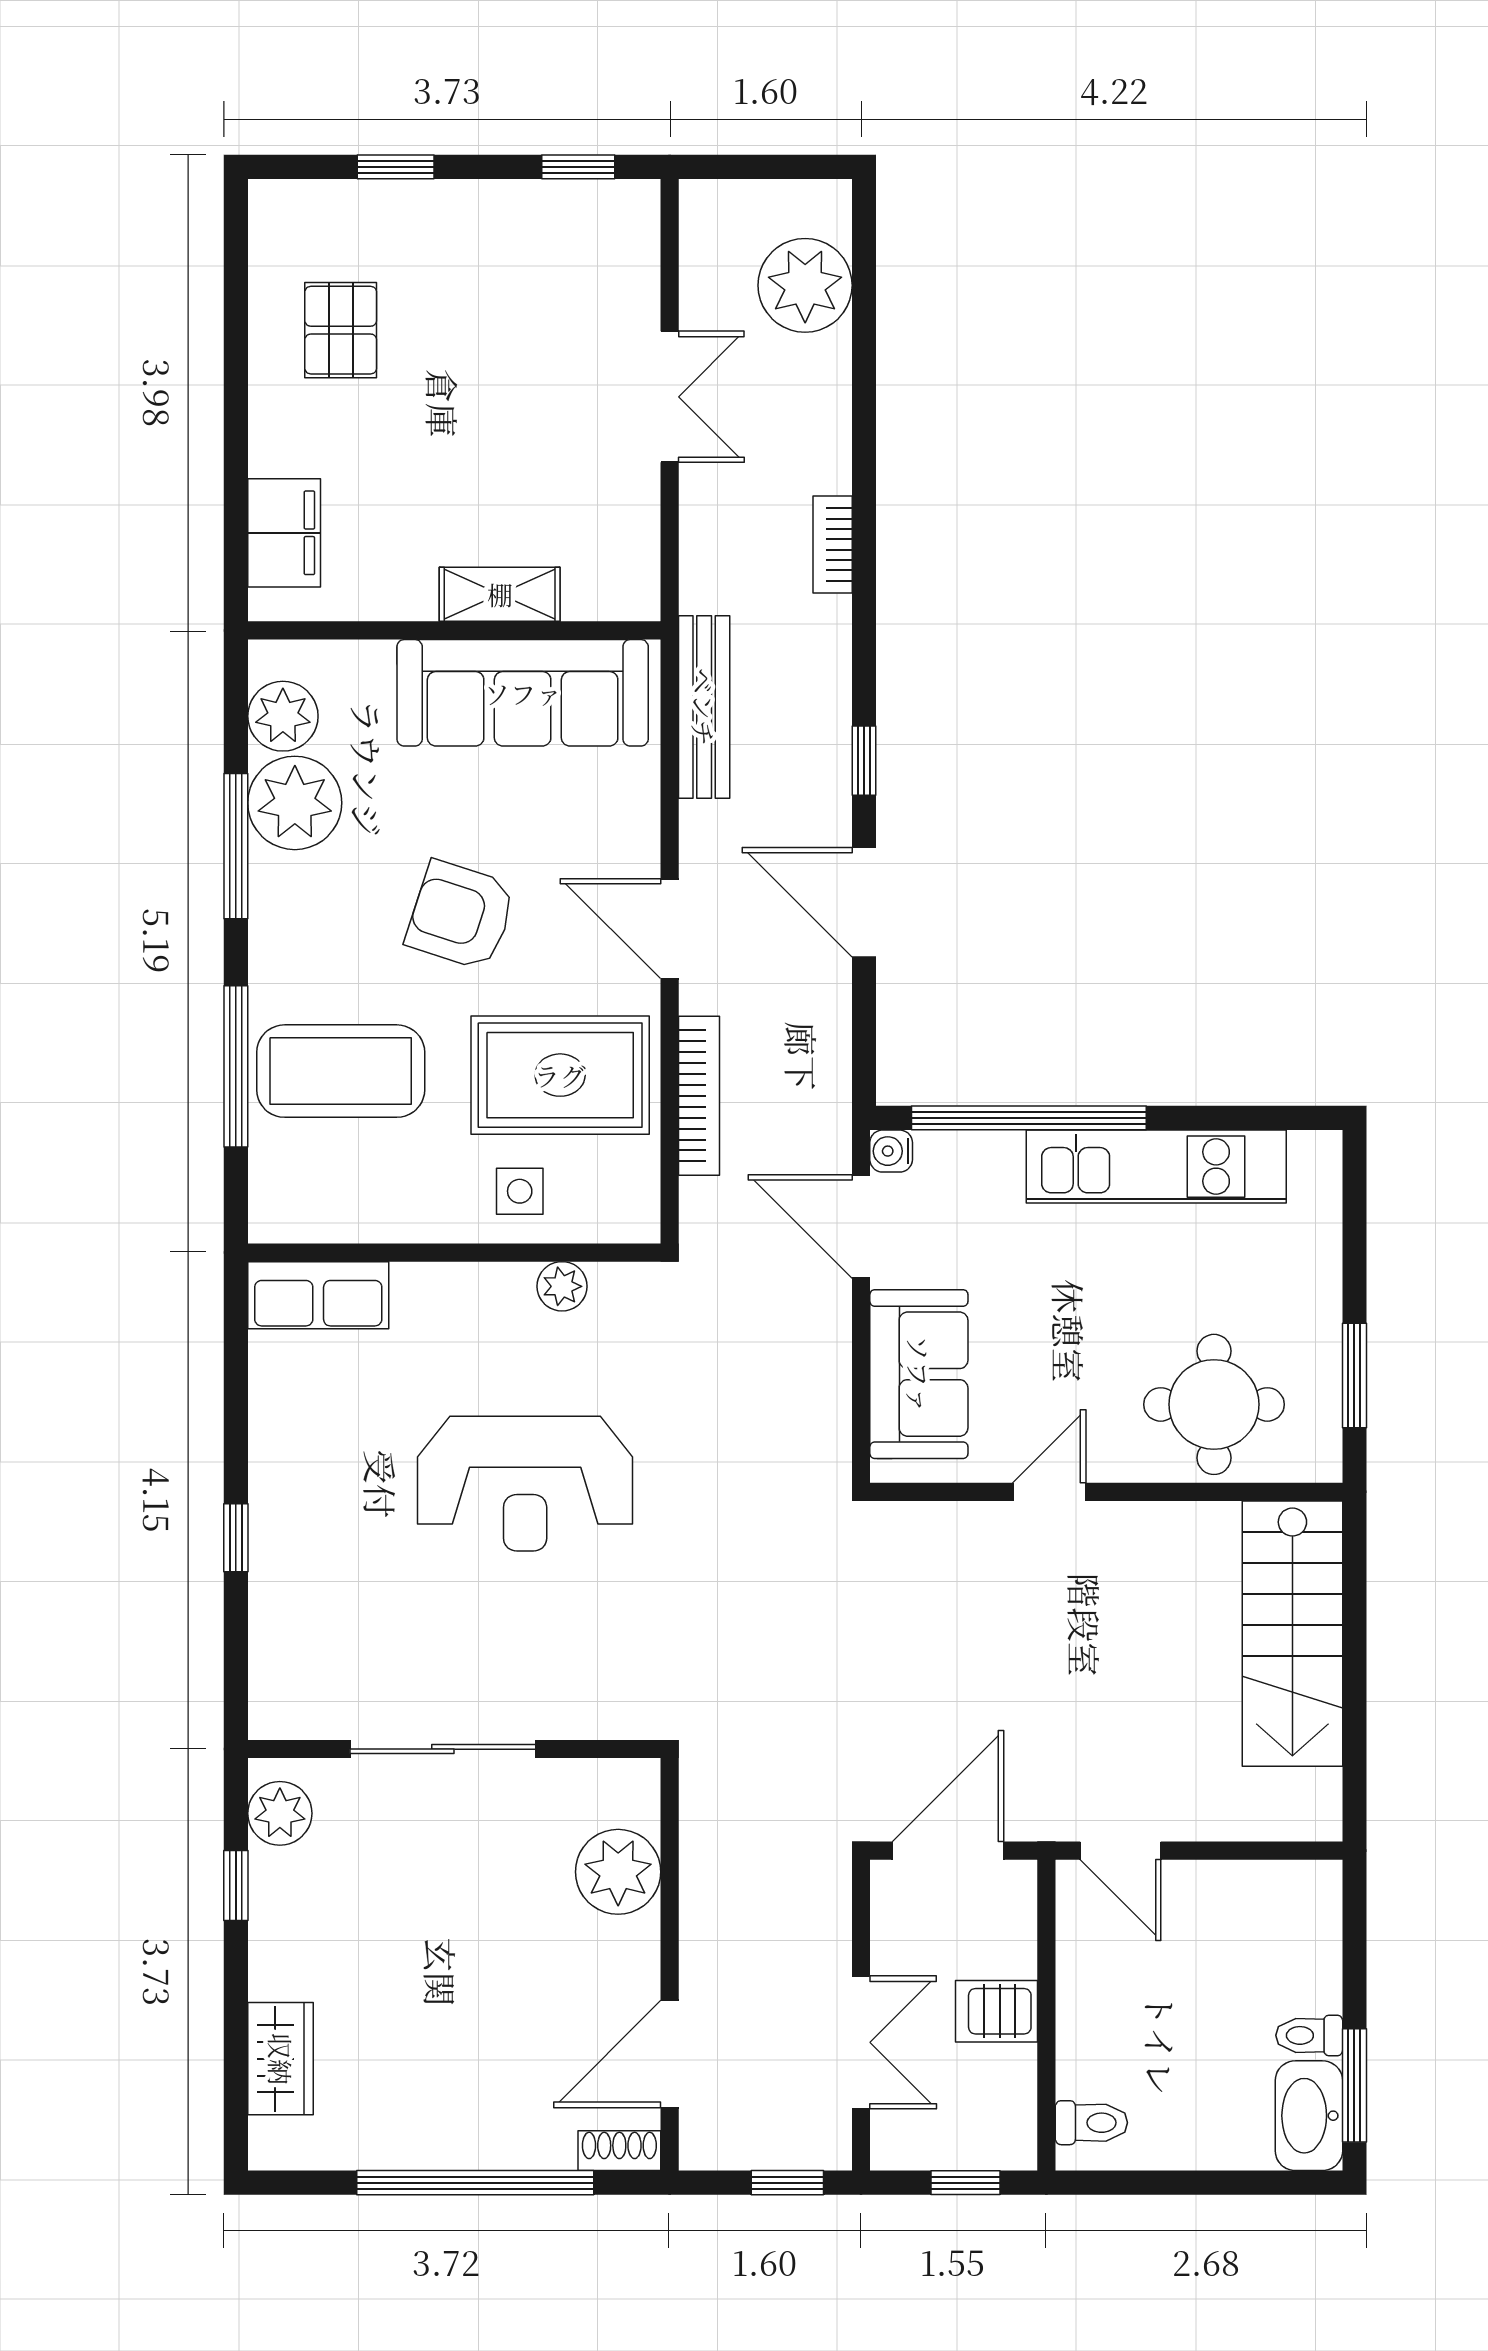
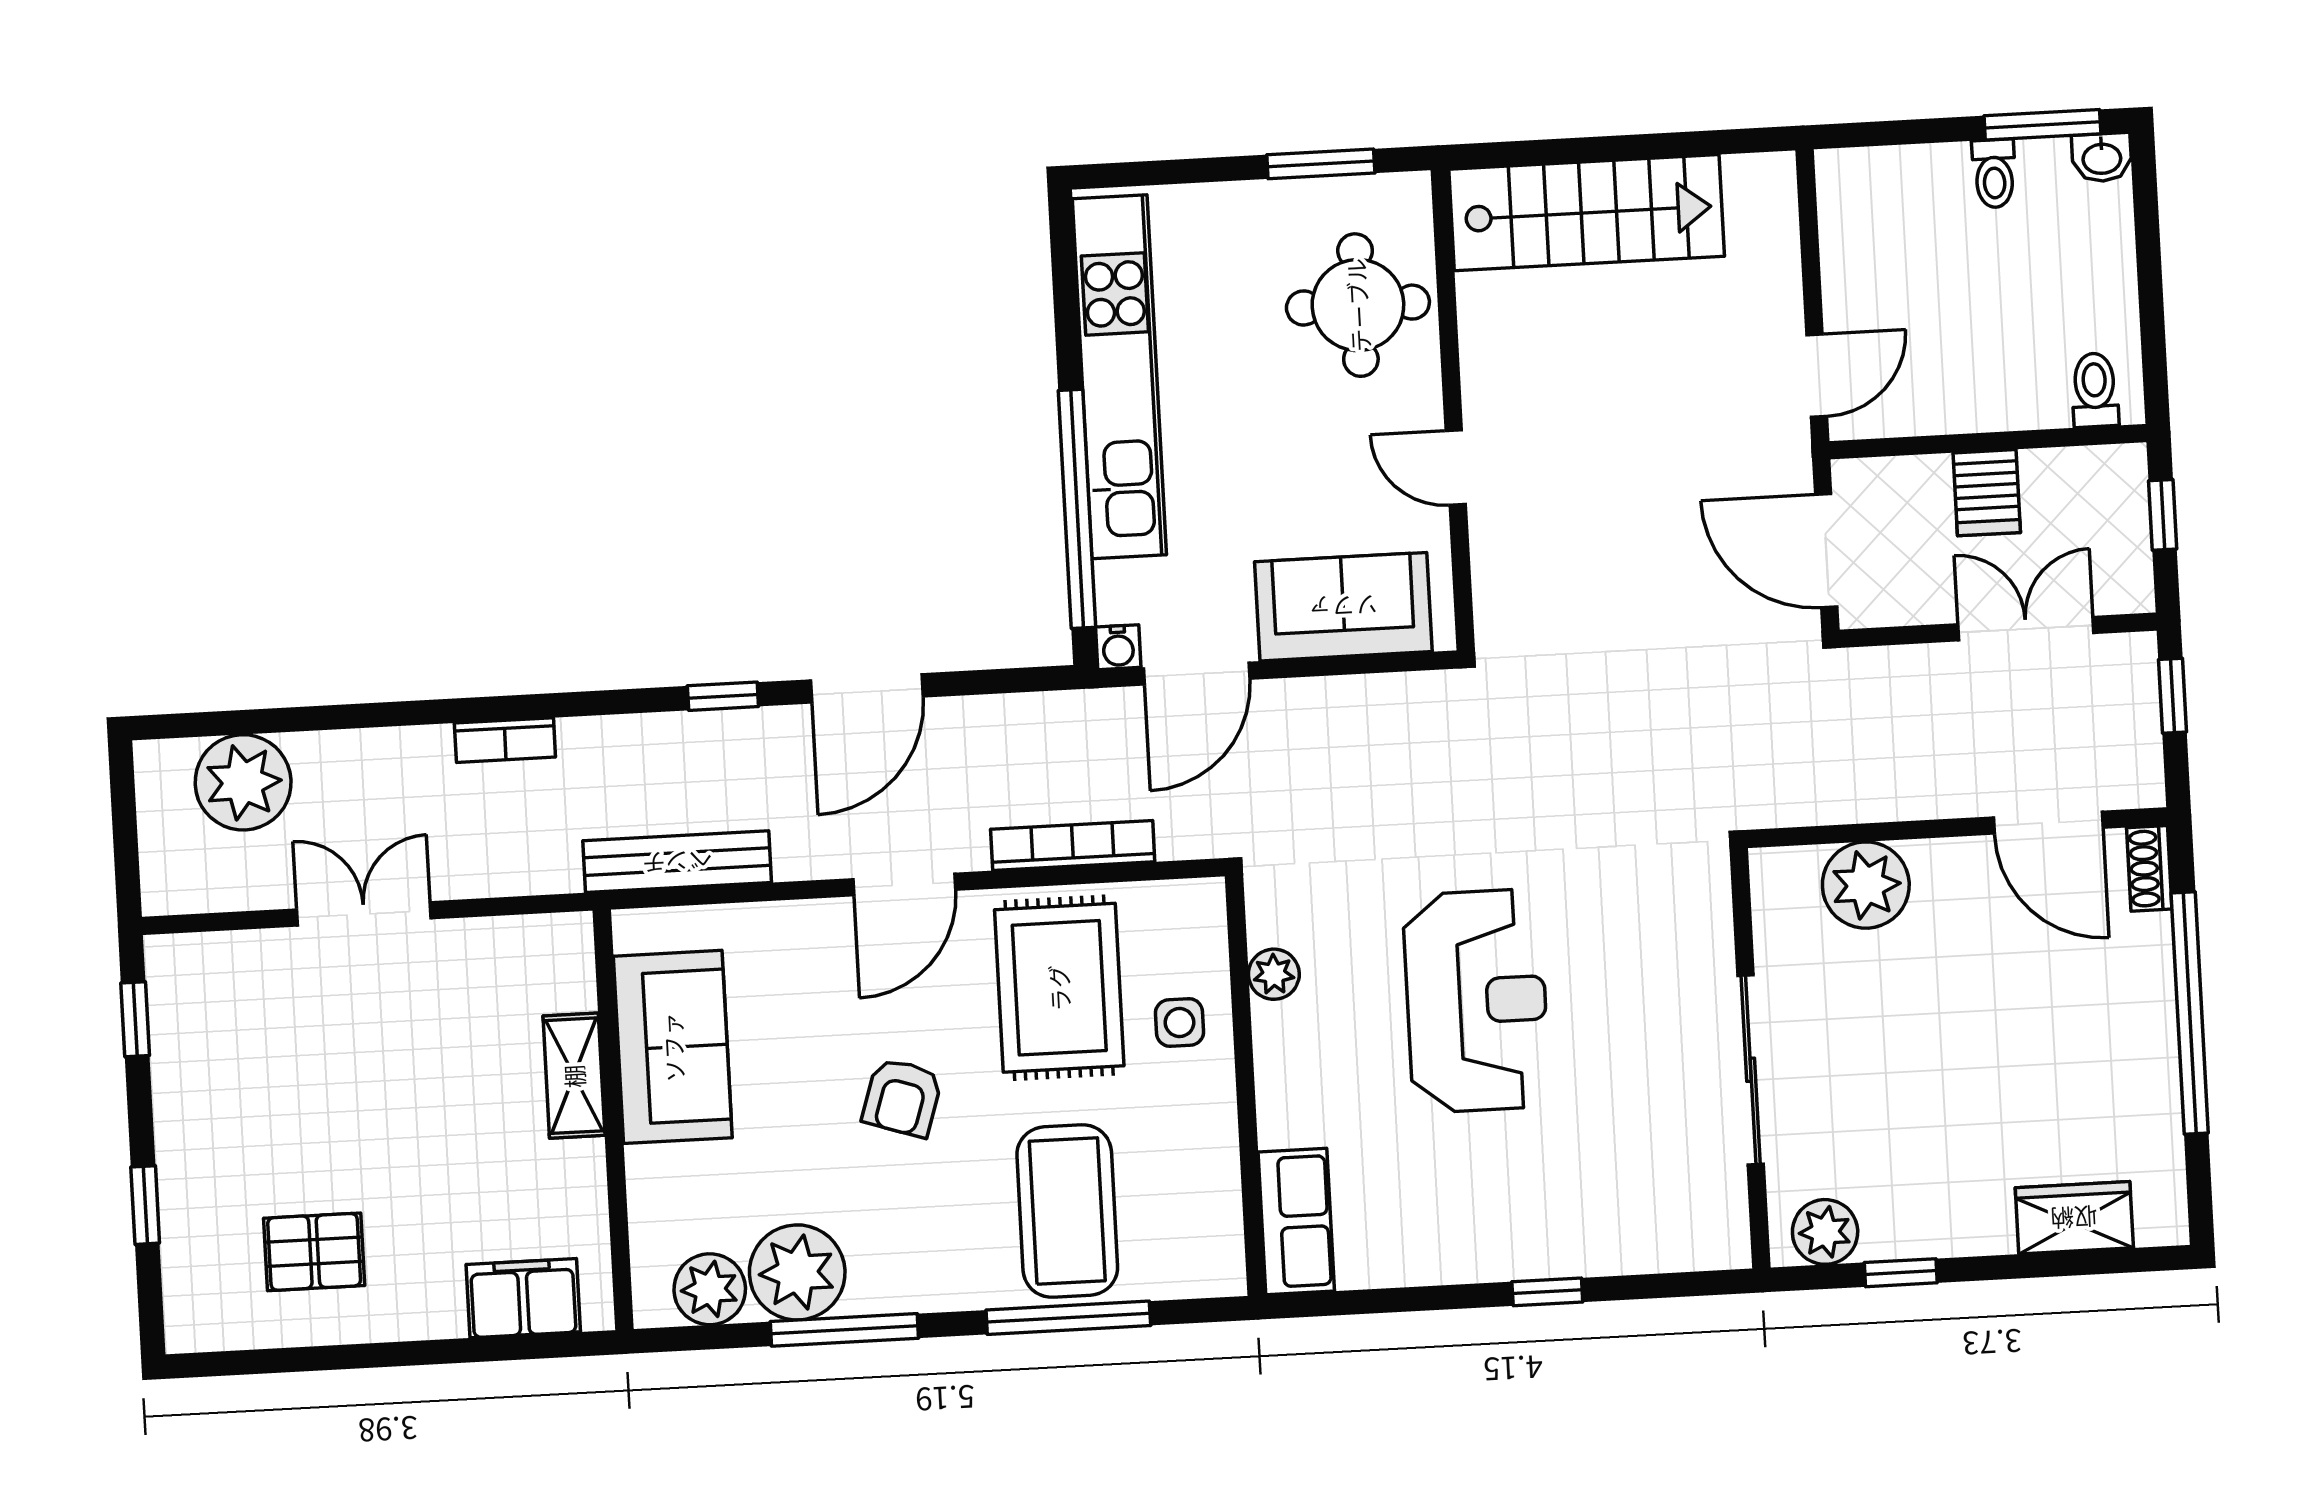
sofa: (523, 693) -> (673, 1047), width x0.73
armchair: (461, 915) -> (902, 1097), width x0.72, depth x0.72
kitchen unit: (1156, 1167) -> (1119, 377), width x1.36
washbasin: (1309, 2116) -> (2102, 157), width x0.52, depth x0.69

